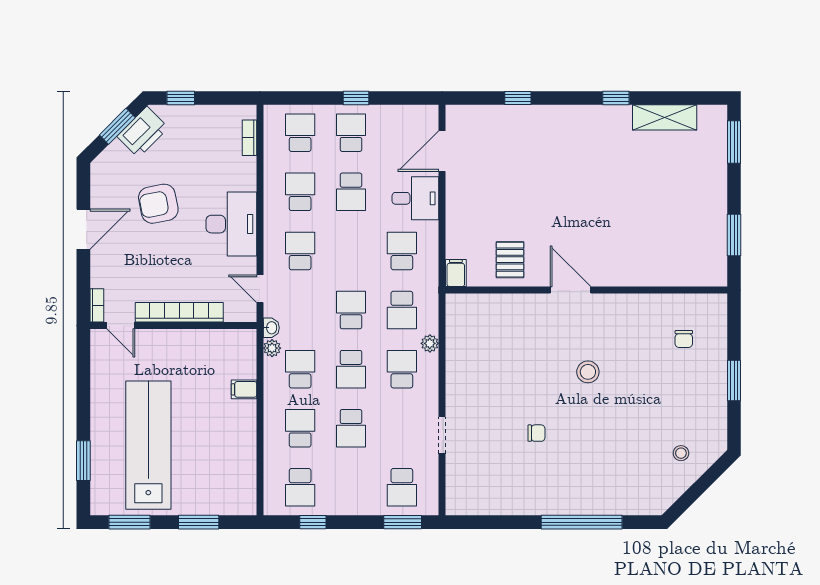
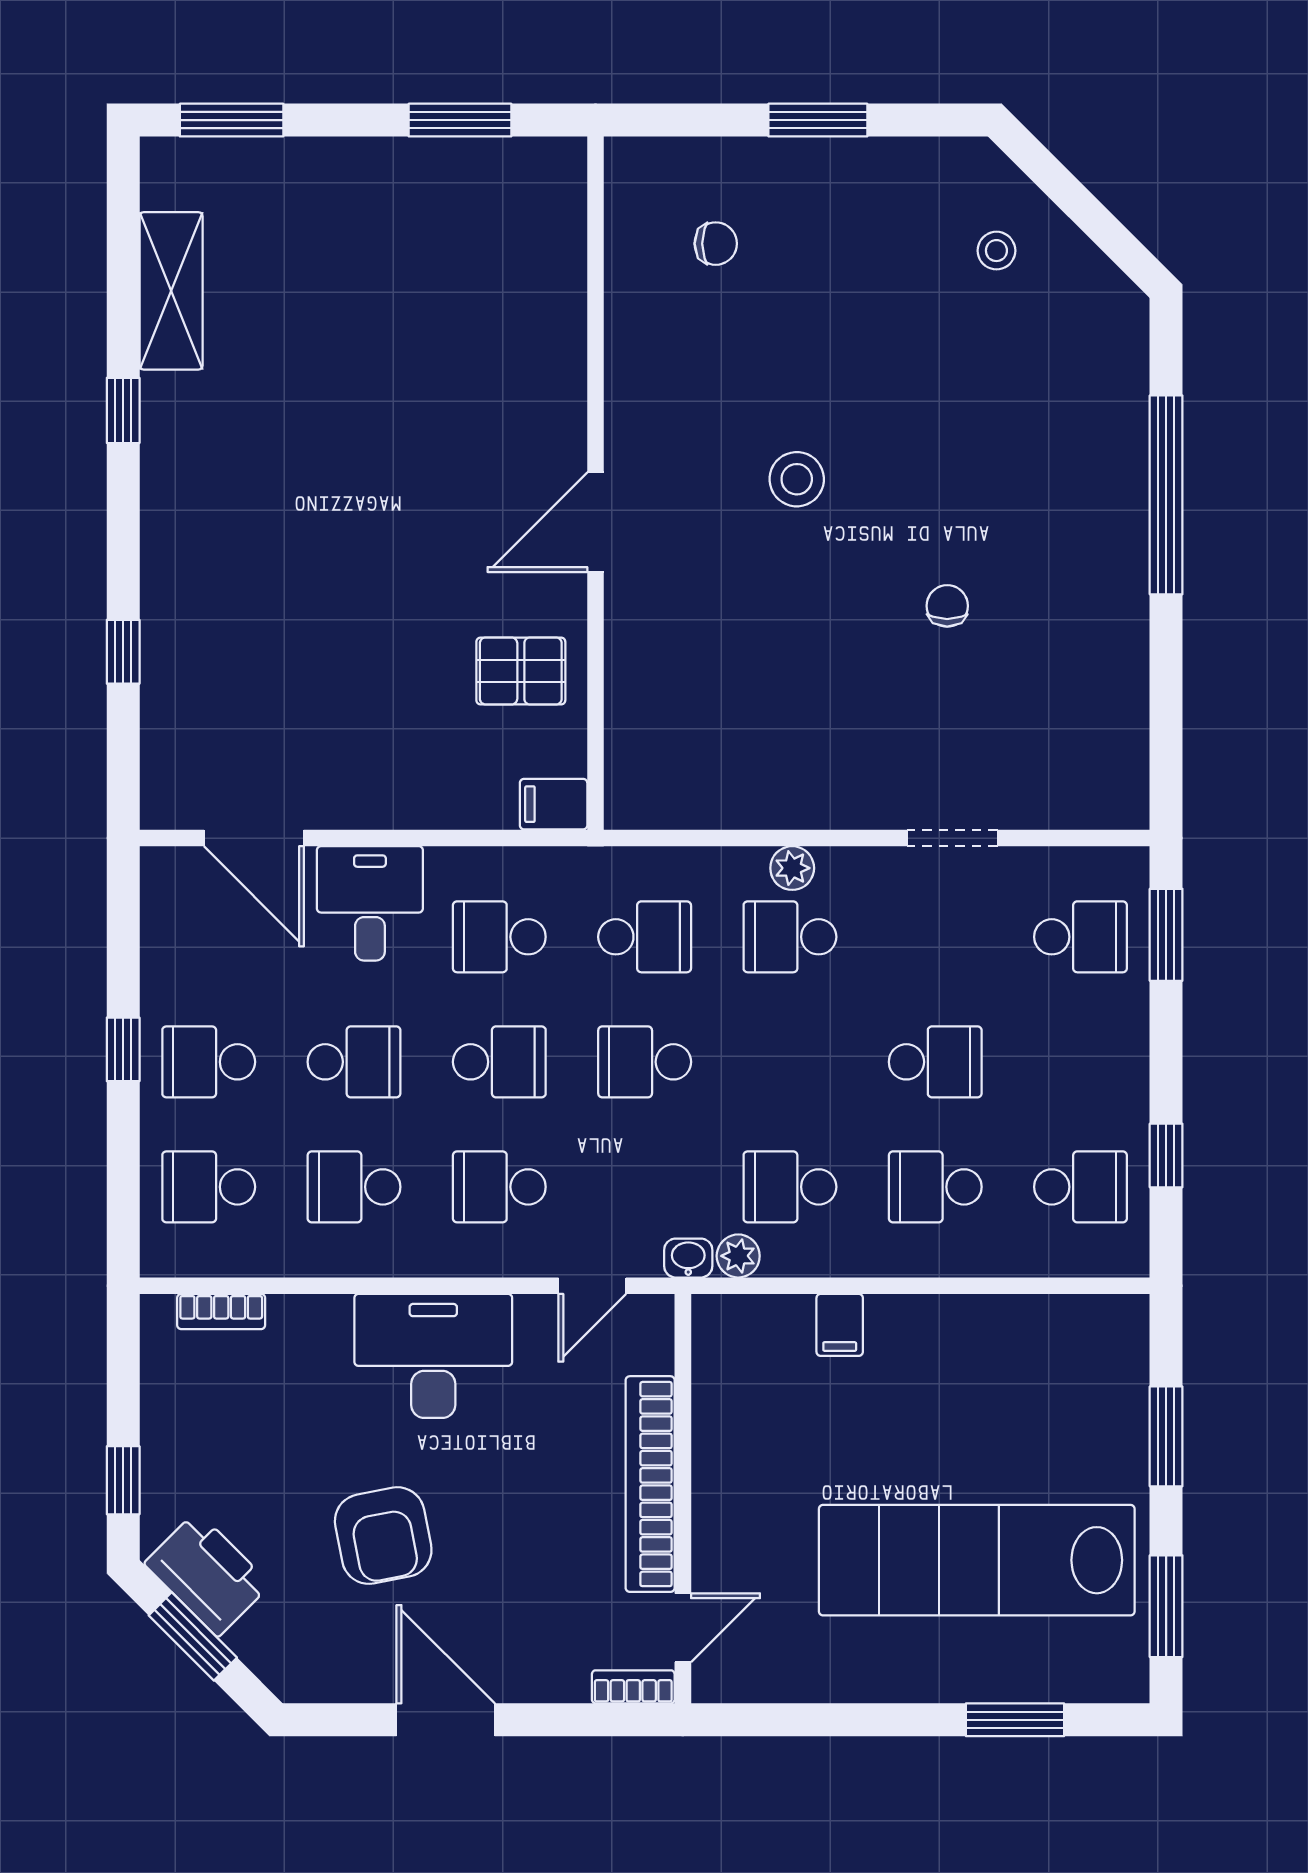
plant: (430, 343) -> (792, 868), moved
school desk: (351, 369) -> (499, 1062), moved

